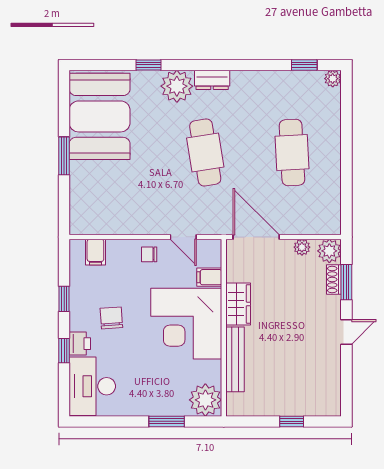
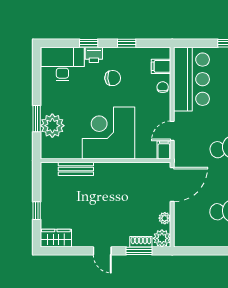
bar counter: (113, 211) -> (192, 79), added
chair: (149, 254) -> (163, 87), moved
filing cabinet: (209, 277) -> (164, 150), moved
wardrobe: (238, 304) -> (56, 238), moved, turned 180
bench: (235, 359) -> (76, 169), width x0.73
plant: (205, 400) -> (52, 126), moved

